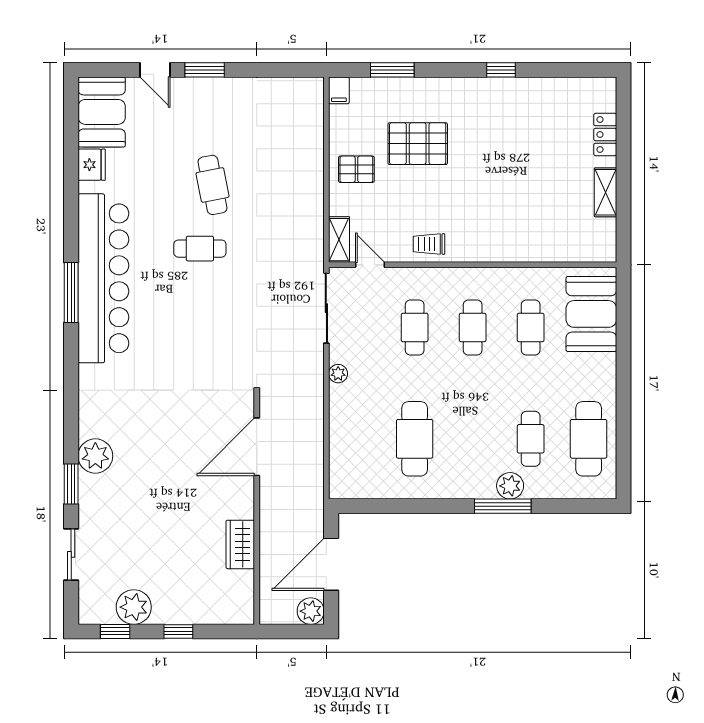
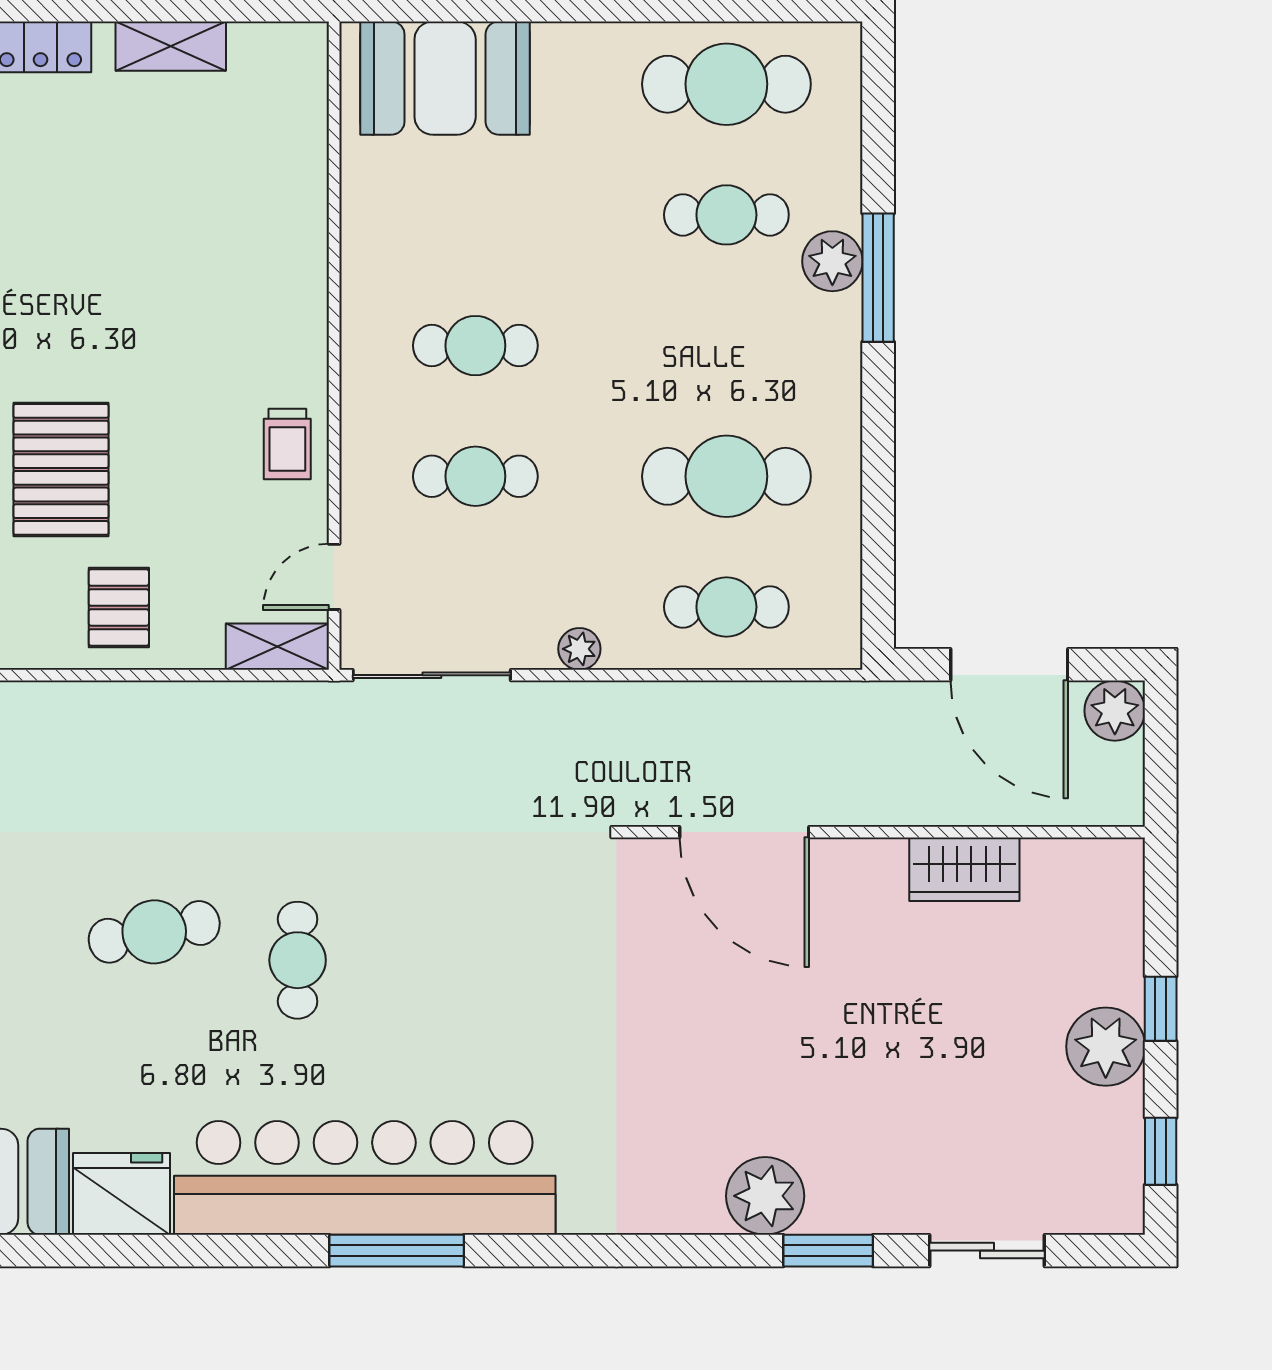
fridge: (92, 165) -> (121, 1194), width x1.36, depth x1.34
cafe table: (531, 327) -> (726, 607), moved
plant: (134, 607) -> (1106, 1047), moved

